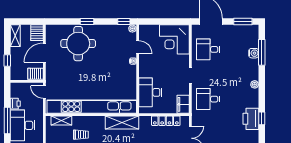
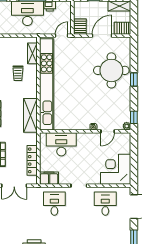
door: (44, 53) -> (102, 36), hinge flipped

